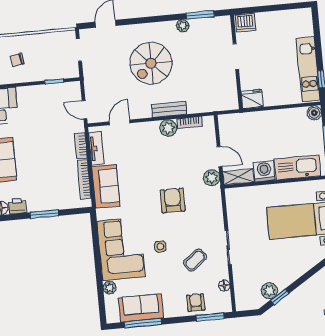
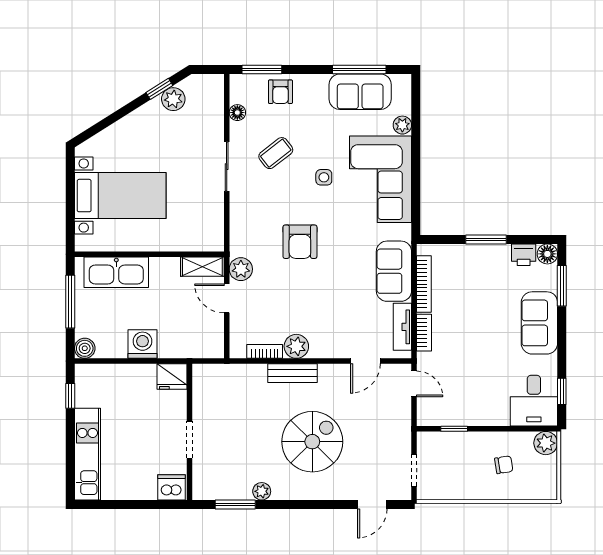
kitchen unit: (308, 69) -> (87, 454), moved
washing machine: (264, 171) -> (142, 344), moved, turned 180

